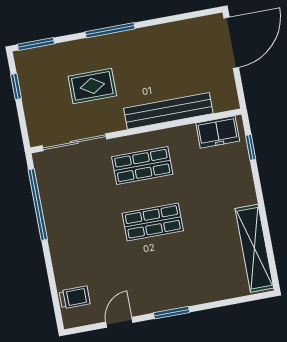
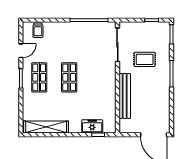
rug: (92, 86) -> (145, 59), turned 90
freezer: (218, 132) -> (92, 126), moved, turned 90
shop shelf: (142, 166) -> (39, 77), moved
door: (119, 322) -> (21, 51), hinge flipped

